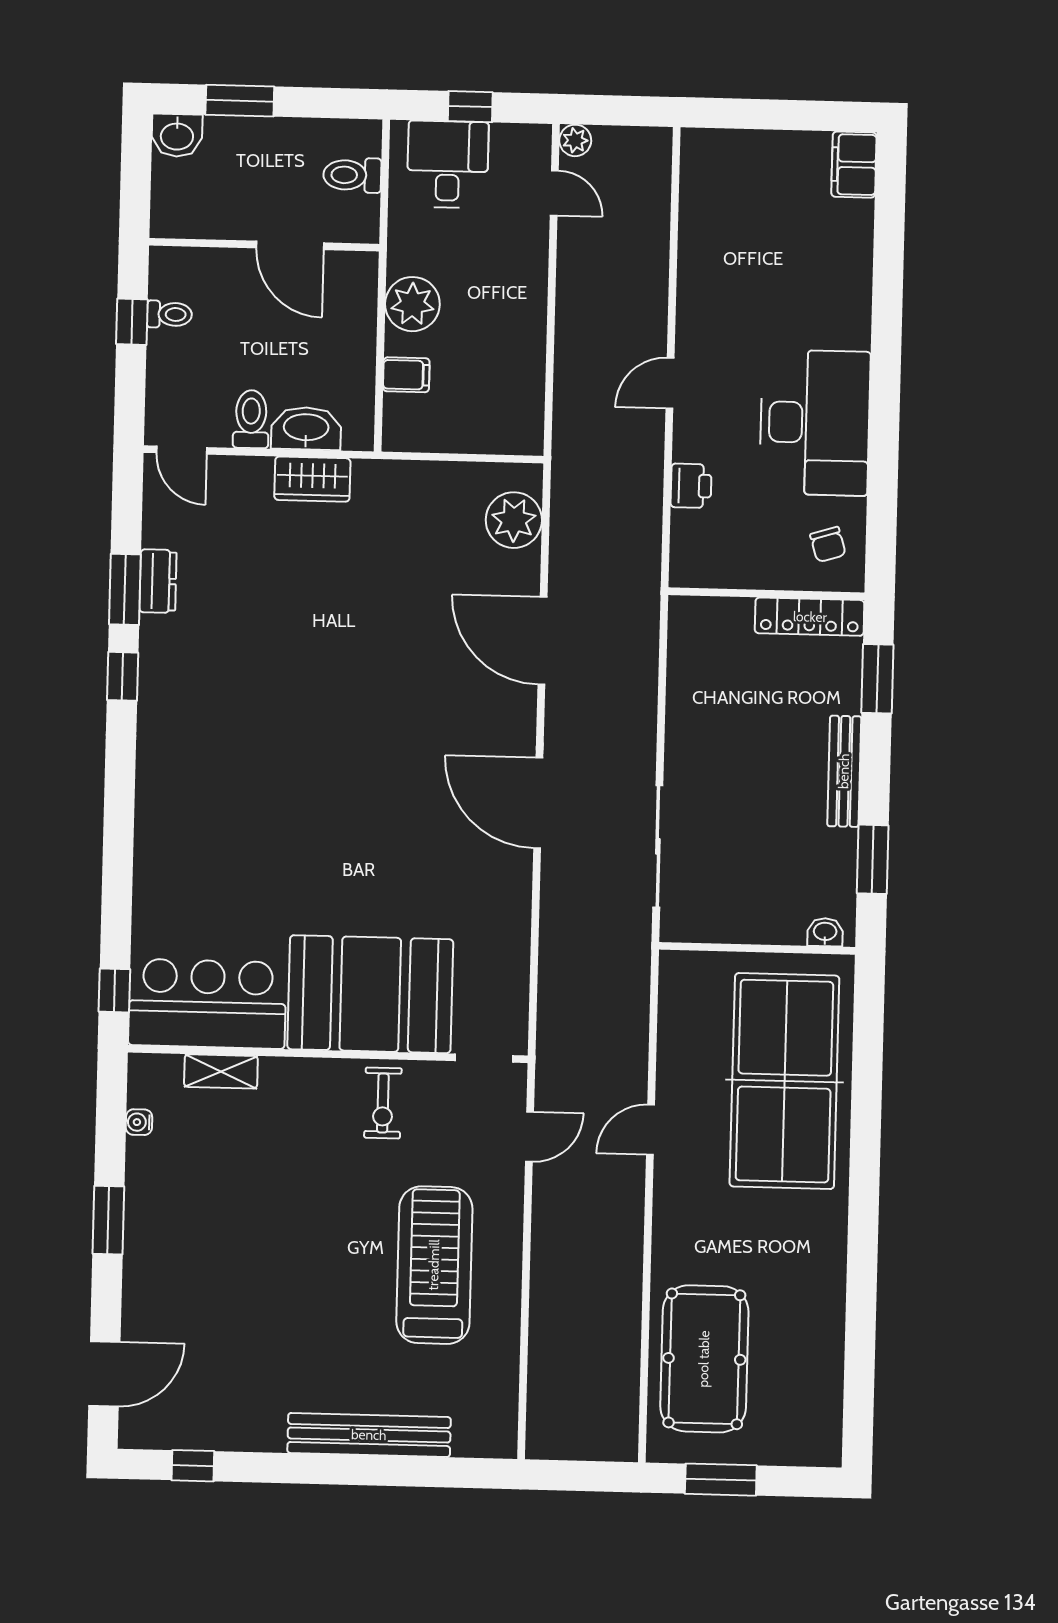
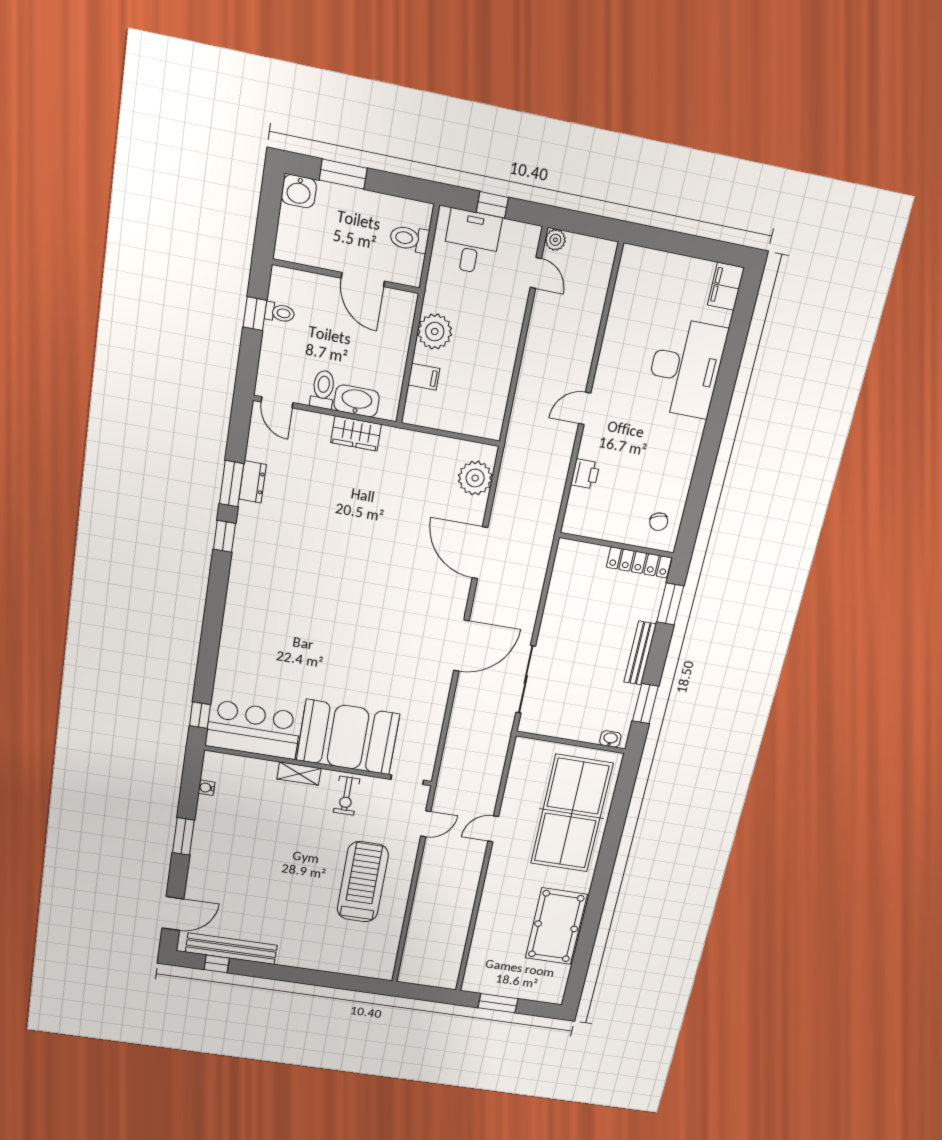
desk: (815, 423) -> (686, 368), moved
door: (538, 803) -> (461, 646), swing flipped
shelving: (221, 1071) -> (299, 774), moved
pool table: (704, 1359) -> (556, 926), moved
bench: (369, 1435) -> (231, 949), moved

